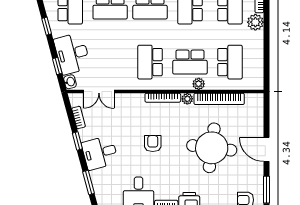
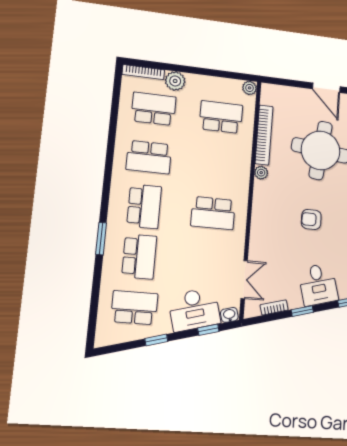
school desk: (190, 62) -> (217, 165), removed
plant: (199, 84) -> (250, 88), moved
bookcase: (163, 98) -> (258, 202), removed
door: (266, 149) -> (326, 88), hinge flipped

